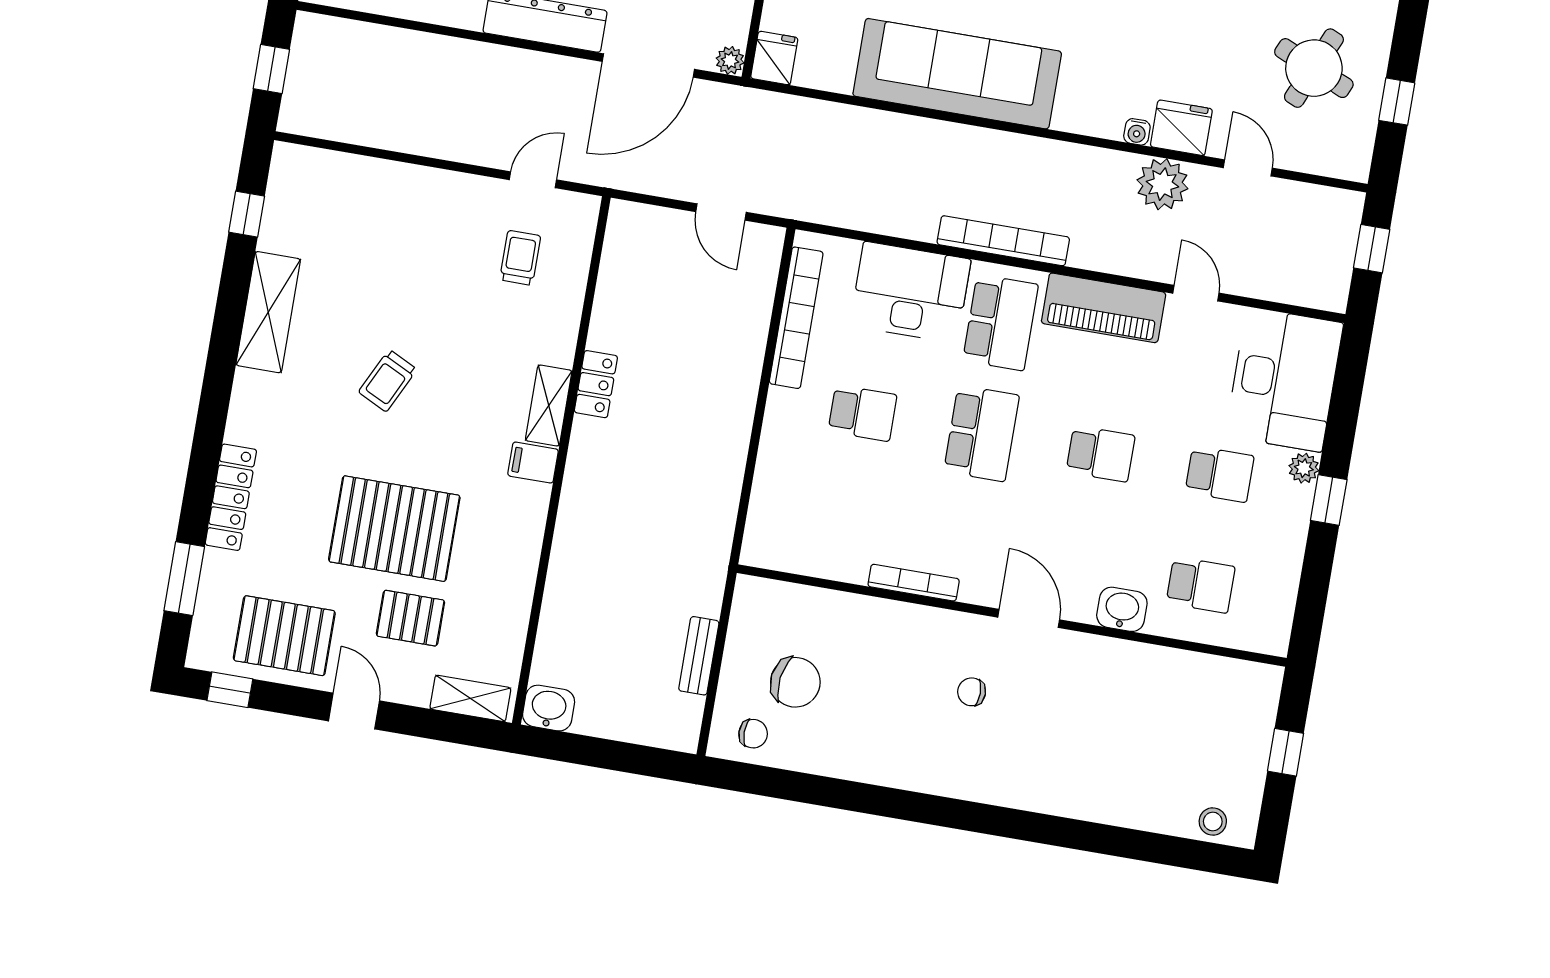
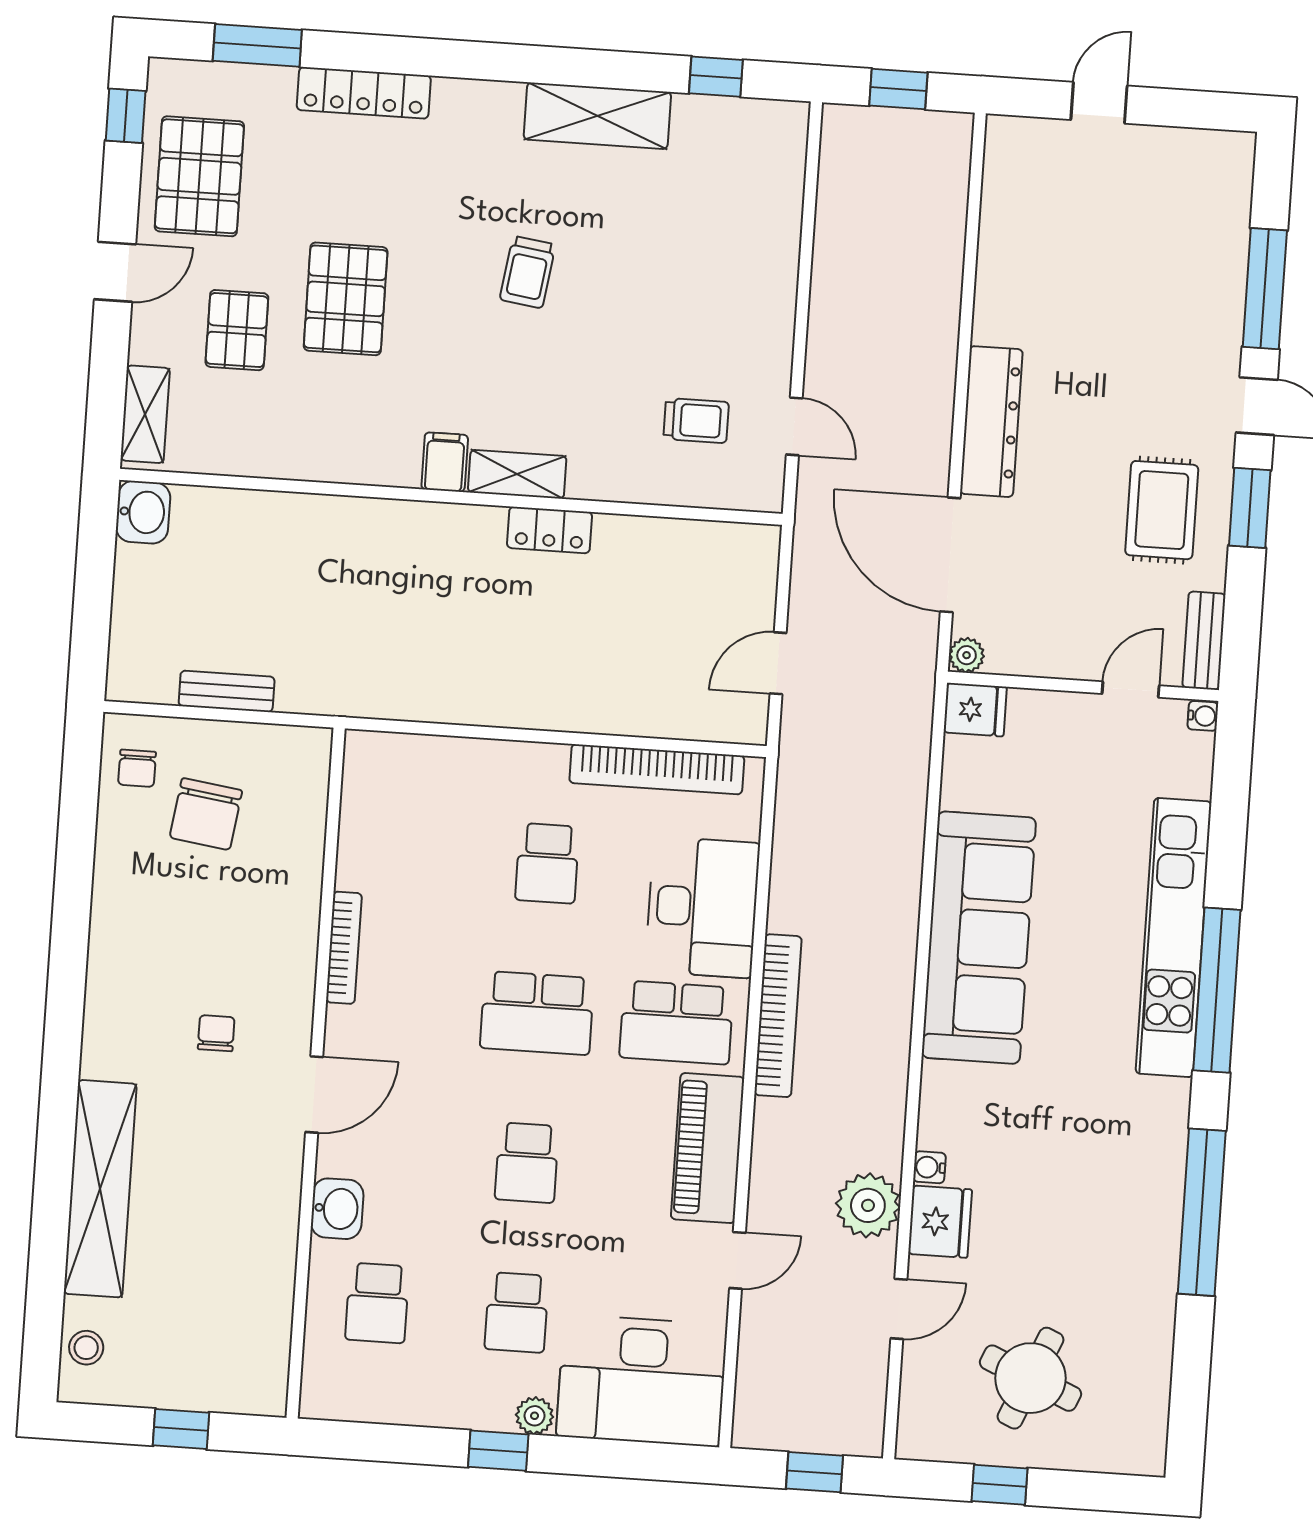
trolley: (388, 381) -> (528, 272), turned -108
pallet: (394, 529) -> (346, 299), width x0.73, depth x0.71
shelving: (1087, 797) -> (100, 1189), added

